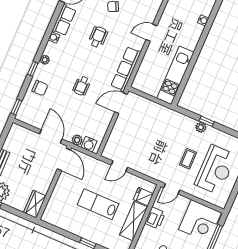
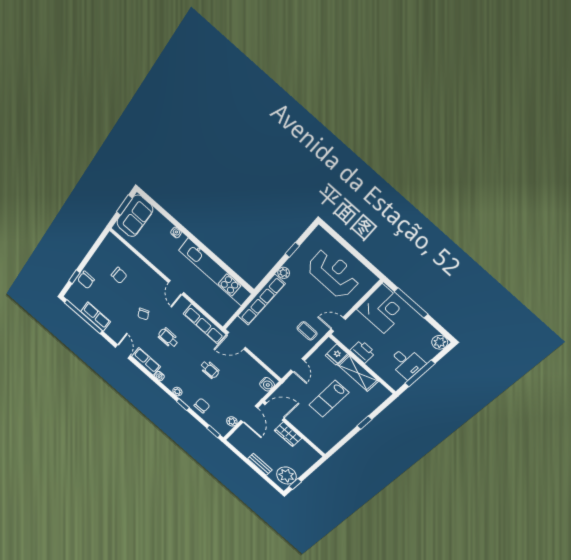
kitchen unit: (175, 75) -> (215, 272), width x1.36
door: (121, 103) -> (236, 341), hinge flipped
row of seats: (169, 115) -> (261, 300), added
window: (207, 121) -> (292, 250), moved
door: (51, 136) -> (249, 414), swing flipped
plant: (77, 140) -> (232, 421), moved
coffee table: (188, 159) -> (307, 331), moved
door: (172, 189) -> (338, 324), swing flipped
wardrobe: (35, 204) -> (288, 434), moved

